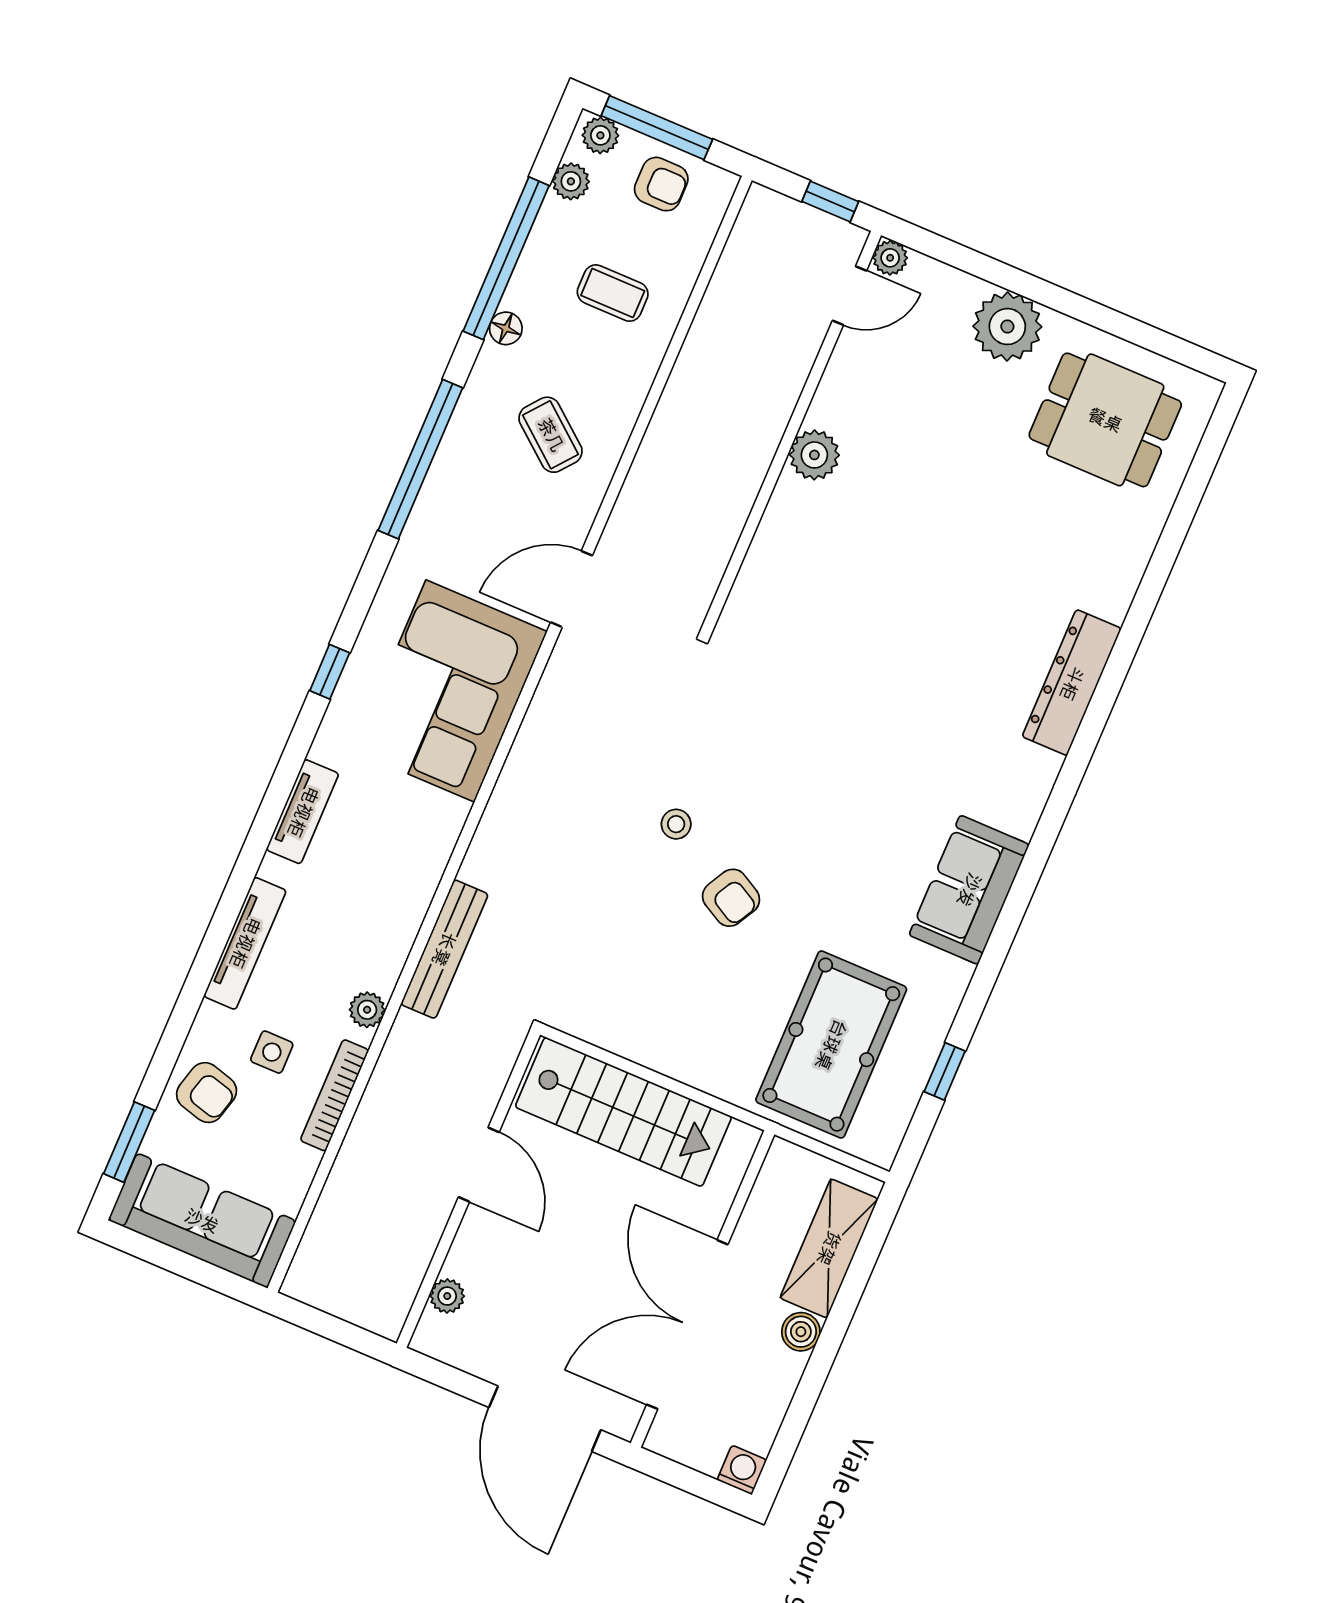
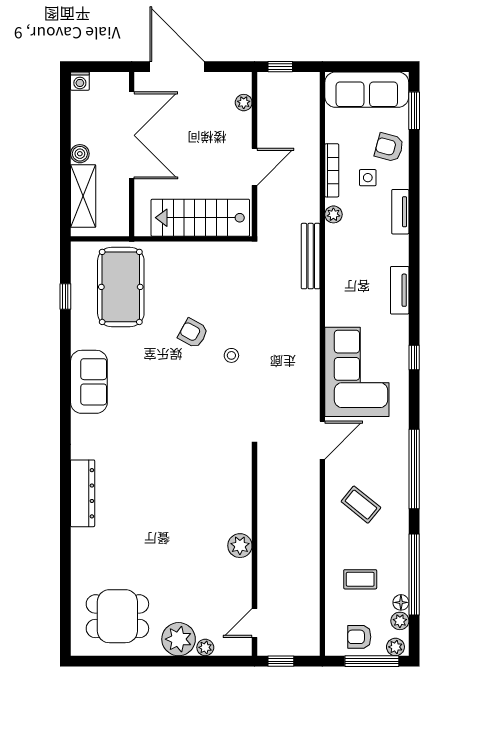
plant: (890, 258) -> (205, 647), moved
floor lamp: (506, 328) -> (401, 602), moved
tv unit: (245, 943) -> (400, 212), width x0.71
door: (479, 1165) -> (255, 167), swing flipped
window: (348, 1335) -> (280, 67), added

